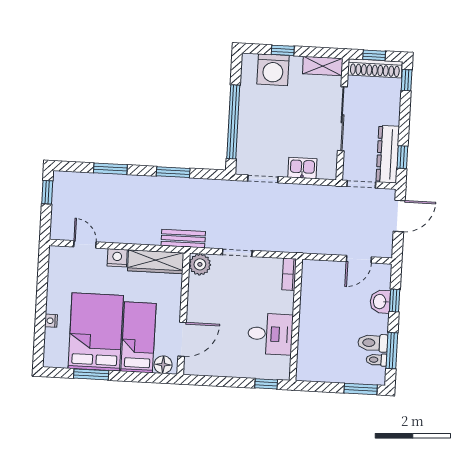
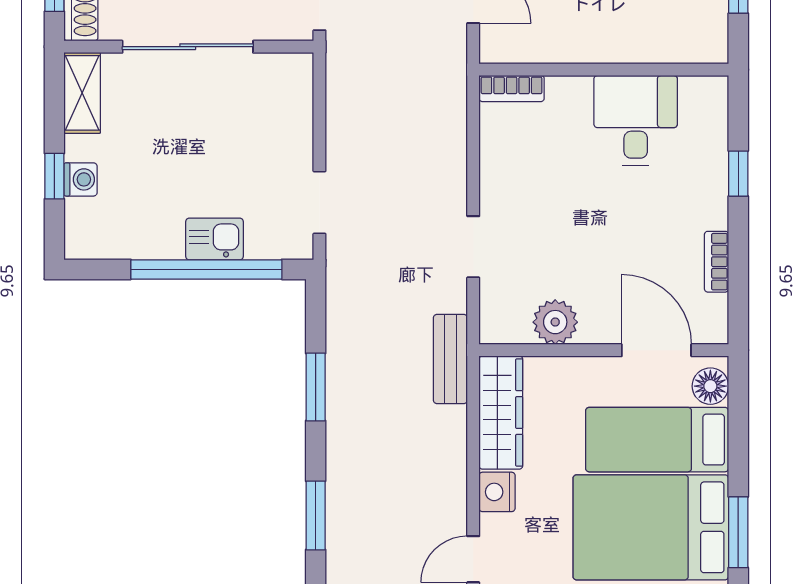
washing machine: (273, 70) -> (81, 179), width x0.53, depth x0.53
kitchen sink: (302, 168) -> (215, 239), moved, turned 90
plant: (200, 264) -> (555, 322), moved
bookcase: (289, 274) -> (512, 89), moved
wall: (296, 320) -> (604, 70), moved
desk: (270, 334) -> (636, 120), moved
bookcase: (224, 371) -> (716, 262), added

